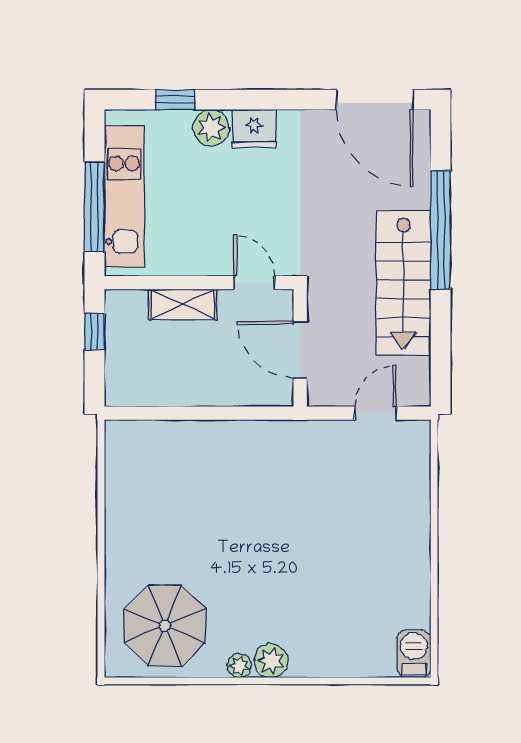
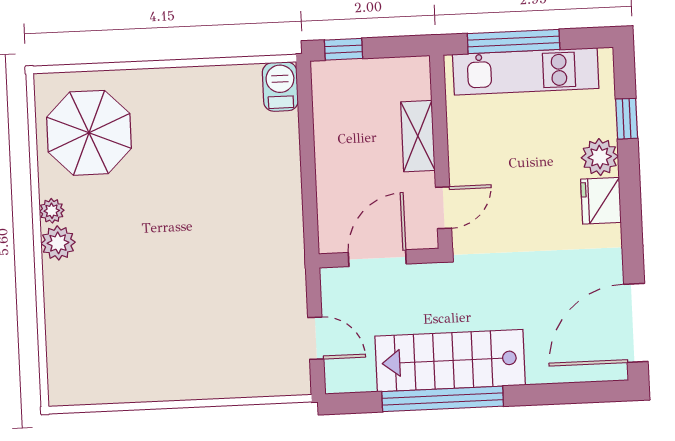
window: (441, 230) -> (443, 399), moved
window: (94, 332) -> (343, 49), moved
barbecue: (414, 654) -> (280, 87), moved, turned -90

